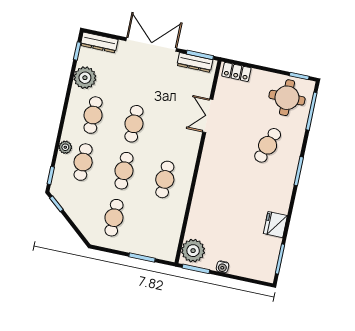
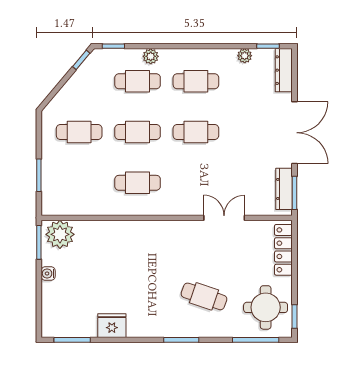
locker: (236, 72) -> (283, 250), width x1.53
plant: (85, 78) -> (245, 56), width x0.53, depth x0.53

